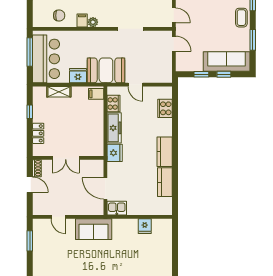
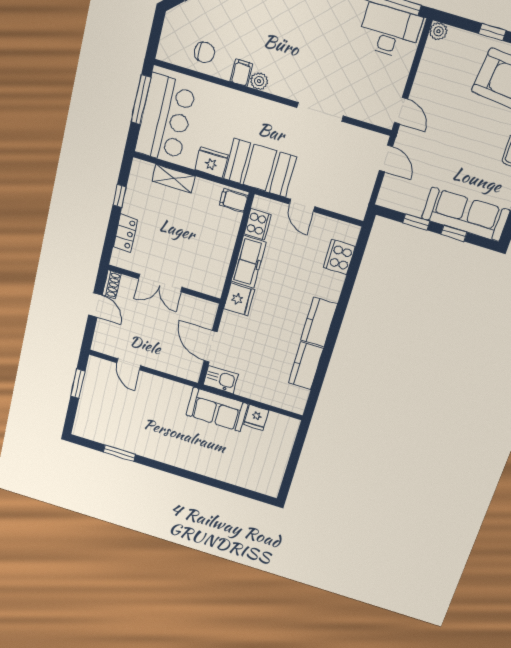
sofa: (94, 229) -> (217, 409), moved

